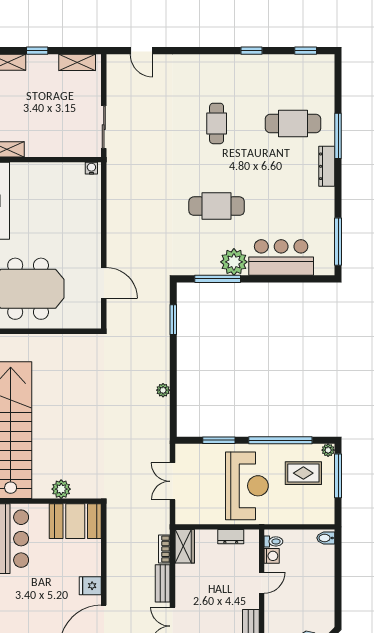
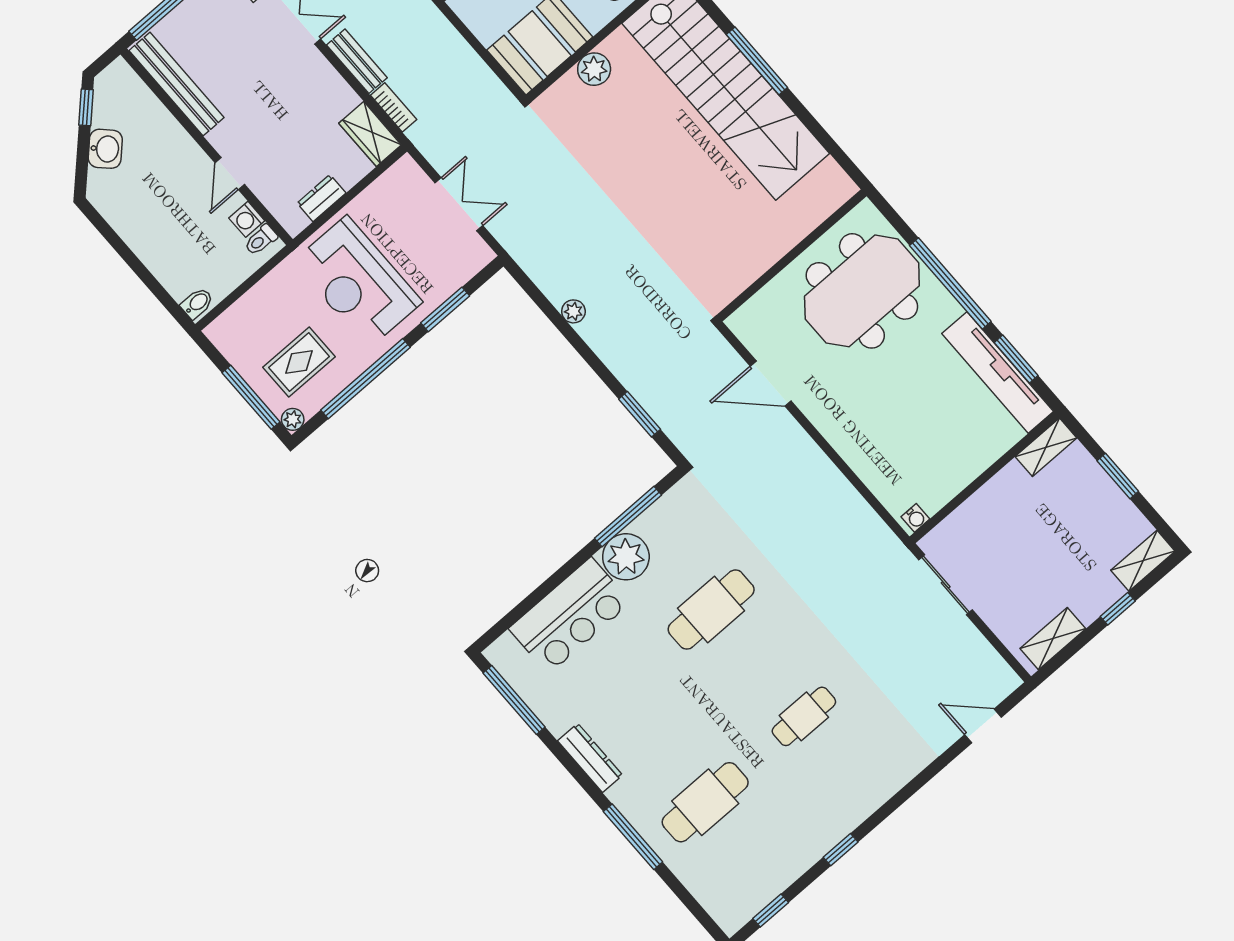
cafe table: (217, 123) -> (804, 716), turned 90
dresser: (327, 166) -> (590, 758), moved

